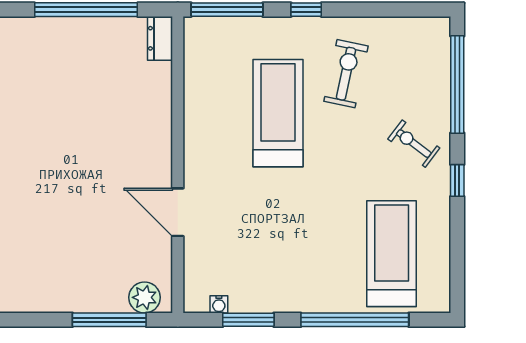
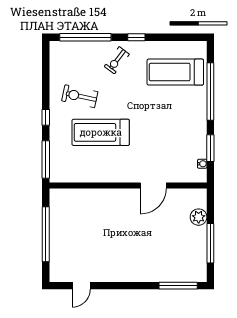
dresser: (160, 38) -> (61, 195), removed
plant: (145, 297) -> (199, 217), moved
window: (109, 320) -> (210, 243), moved

